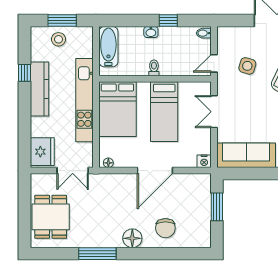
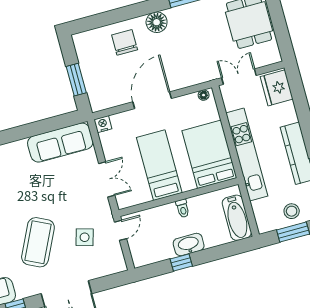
washbasin: (151, 32) -> (189, 245), width x1.91, depth x1.45
bidet: (204, 33) -> (140, 259), removed

